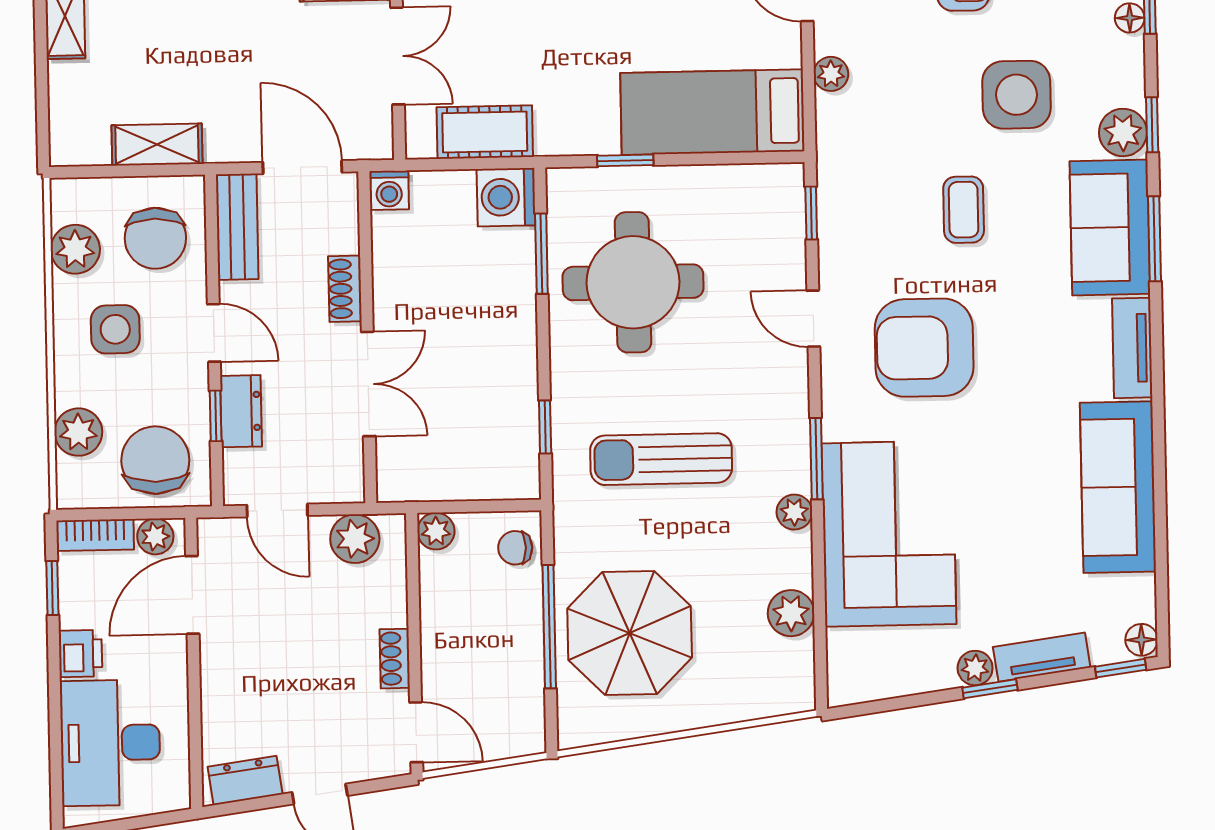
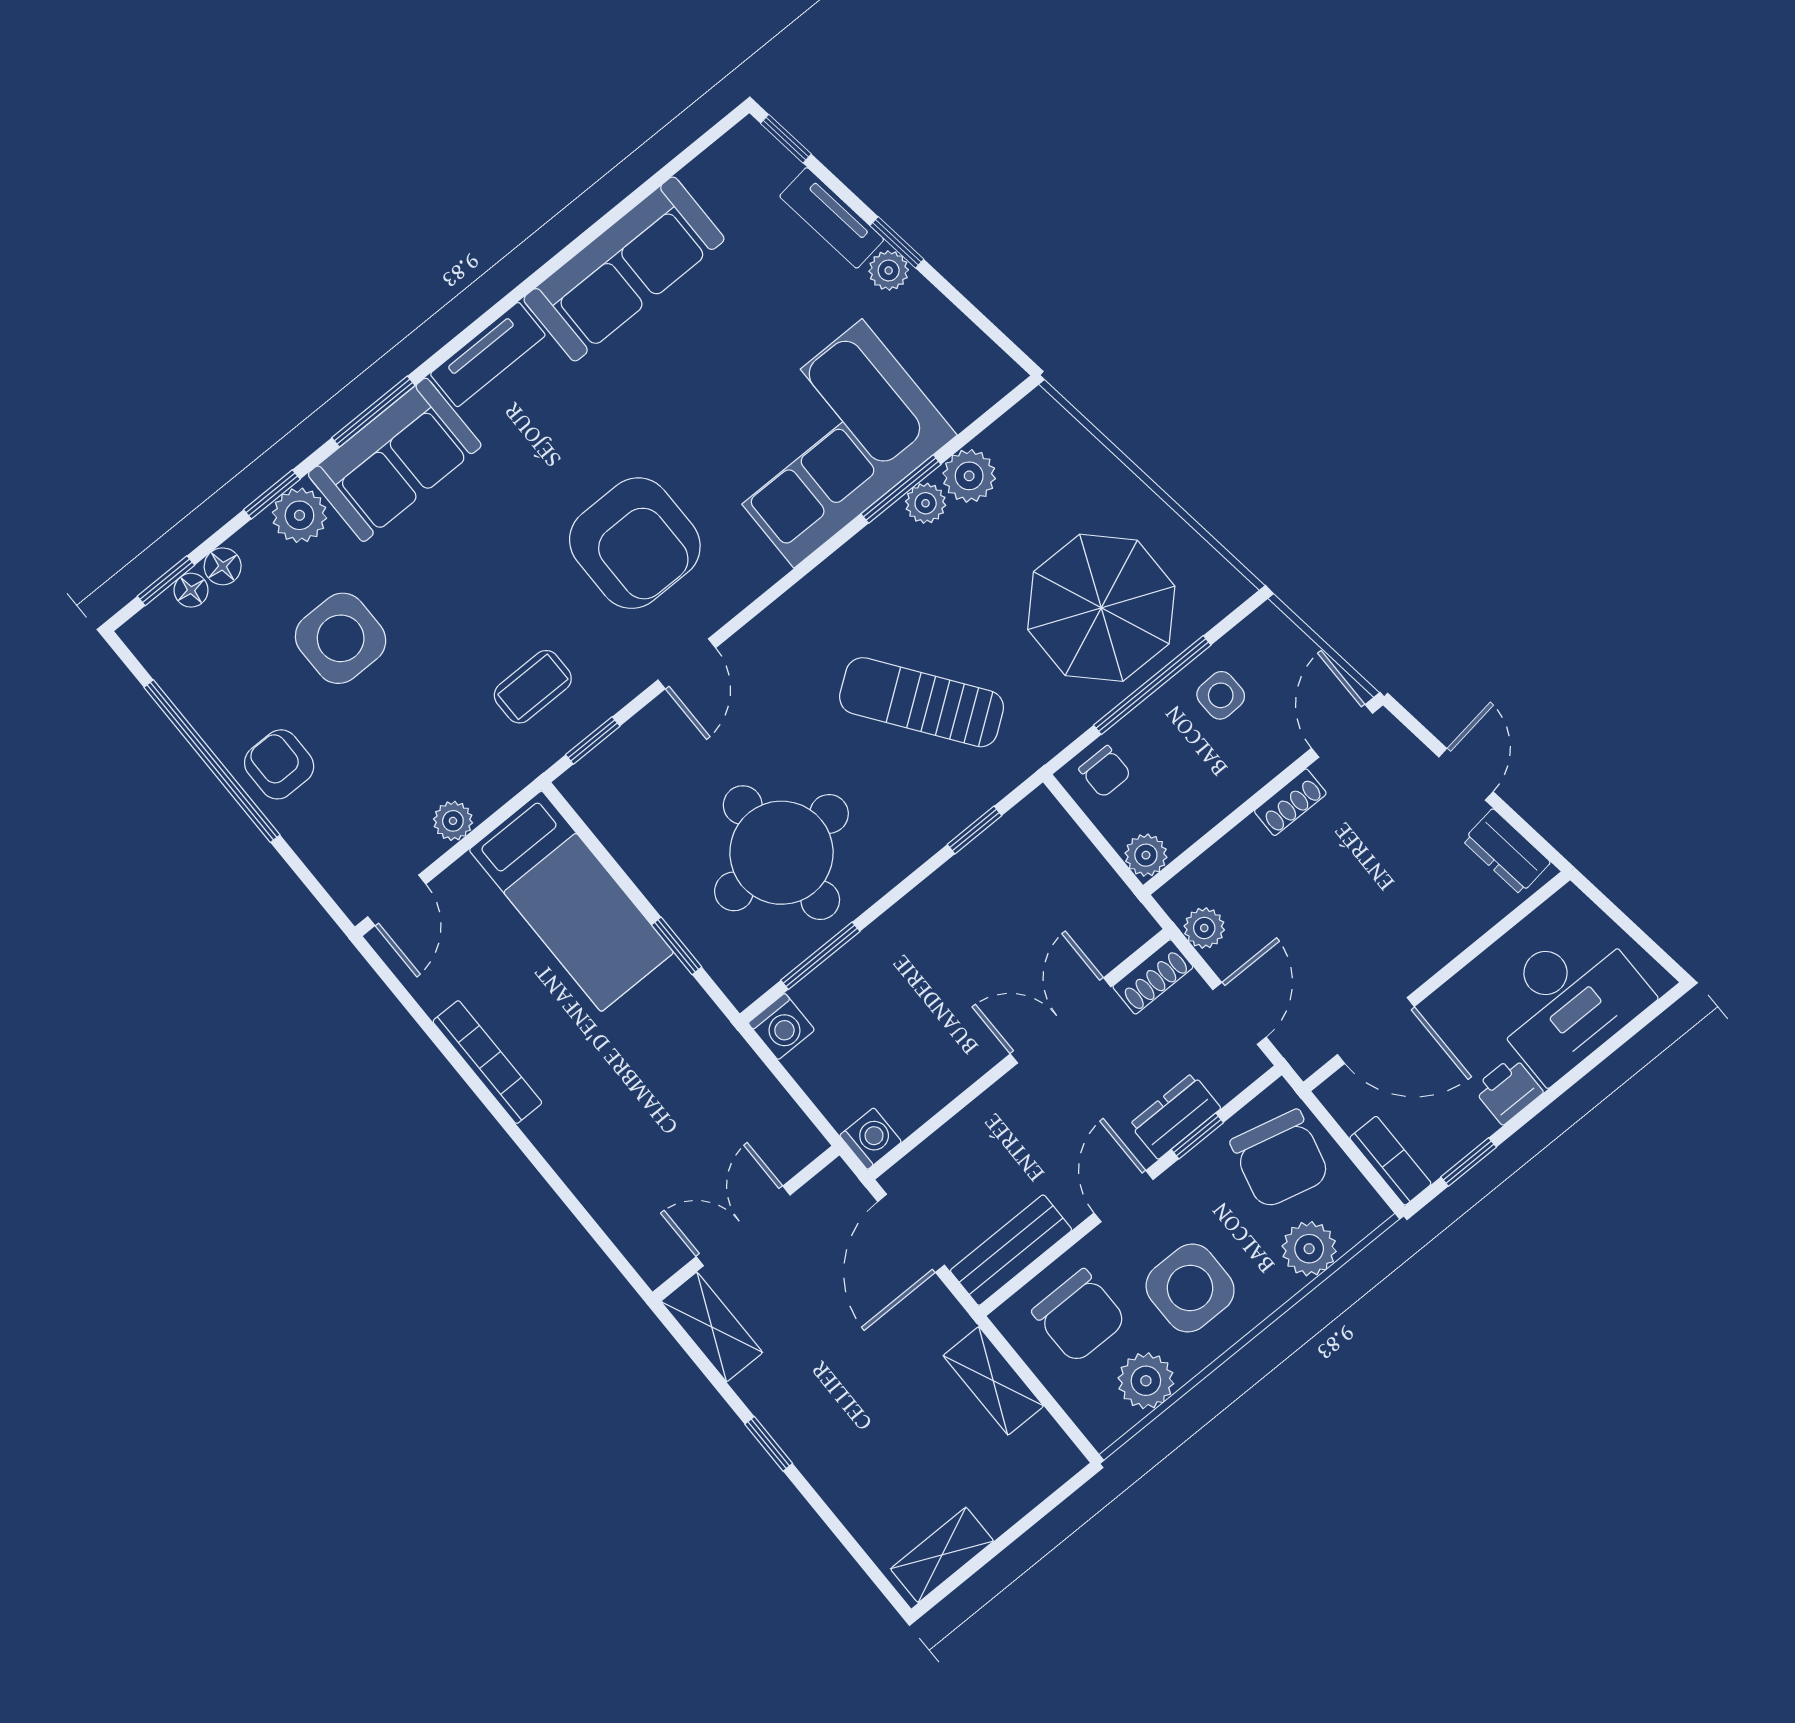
cot: (485, 132) -> (750, 1093), removed
washing machine: (506, 197) -> (781, 1027), width x0.73, depth x0.73
coffee table: (964, 210) -> (533, 687), moved
chair: (155, 238) -> (1079, 1316), turned 90
shoe rack: (345, 289) -> (1153, 977), moved
side table: (115, 329) -> (1190, 1288), width x1.37, depth x1.37
sun lounger: (661, 459) -> (922, 702), turned 144
window: (816, 459) -> (901, 489), moved
chair: (155, 460) -> (1280, 1159), turned -76
plant: (794, 512) -> (926, 503), moved
plant: (155, 536) -> (1349, 1105), removed
plant: (355, 539) -> (1204, 928), width x0.73, depth x0.73
floor lamp: (1141, 640) -> (223, 566), moved
side table: (506, 668) -> (1221, 695), added

